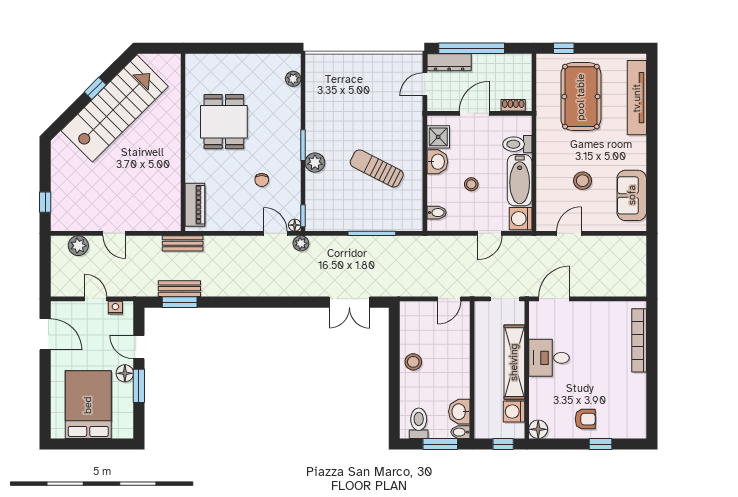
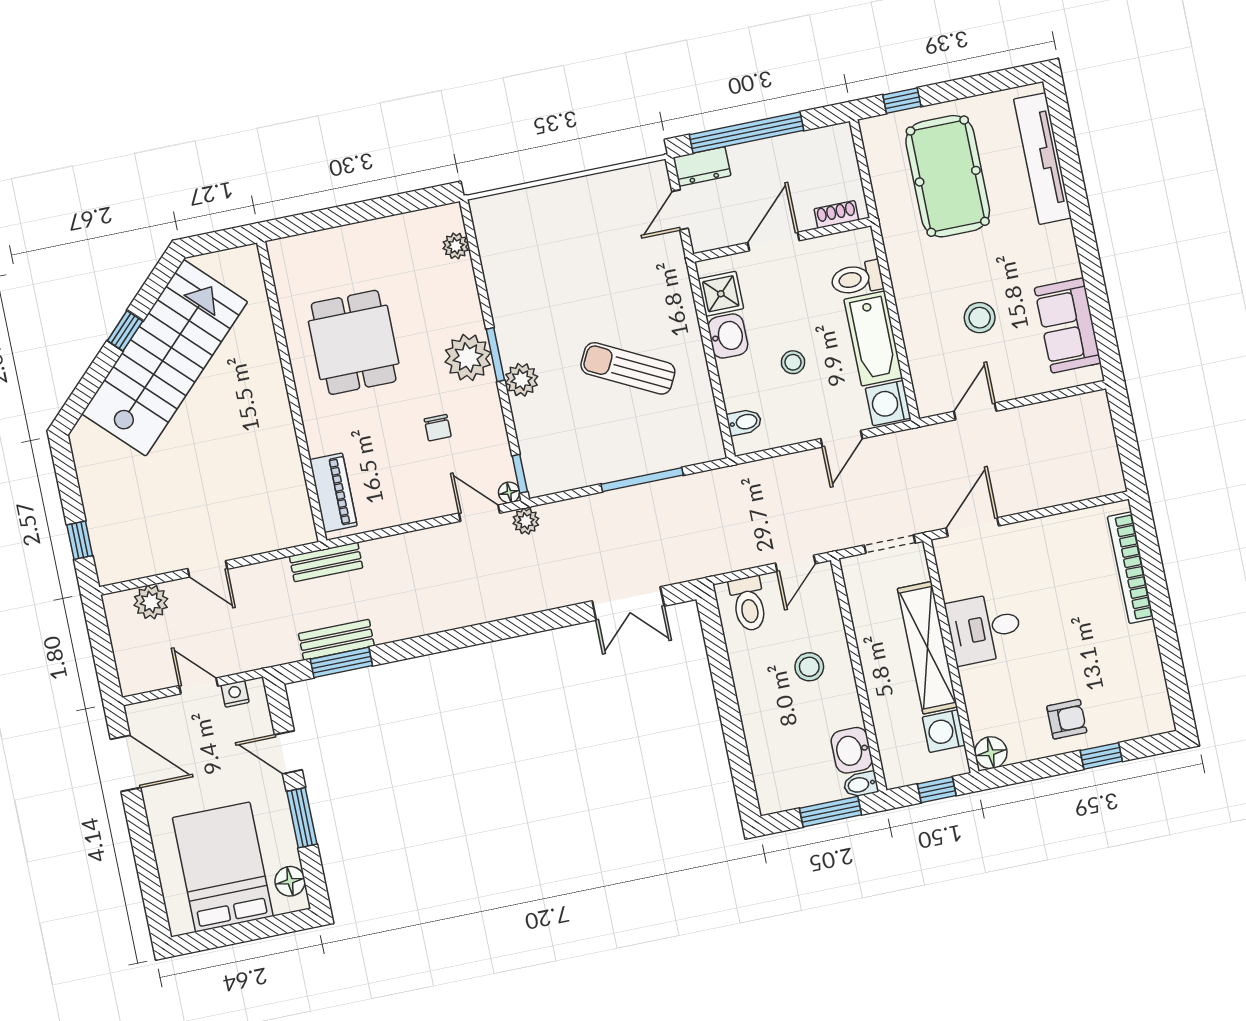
dresser: (449, 62) -> (702, 166), width x0.70
plant: (287, 144) -> (468, 357), added
stool: (413, 362) -> (809, 667), moved
floor lamp: (125, 373) -> (290, 881), moved
toilet: (419, 423) -> (748, 604), moved, turned 180

